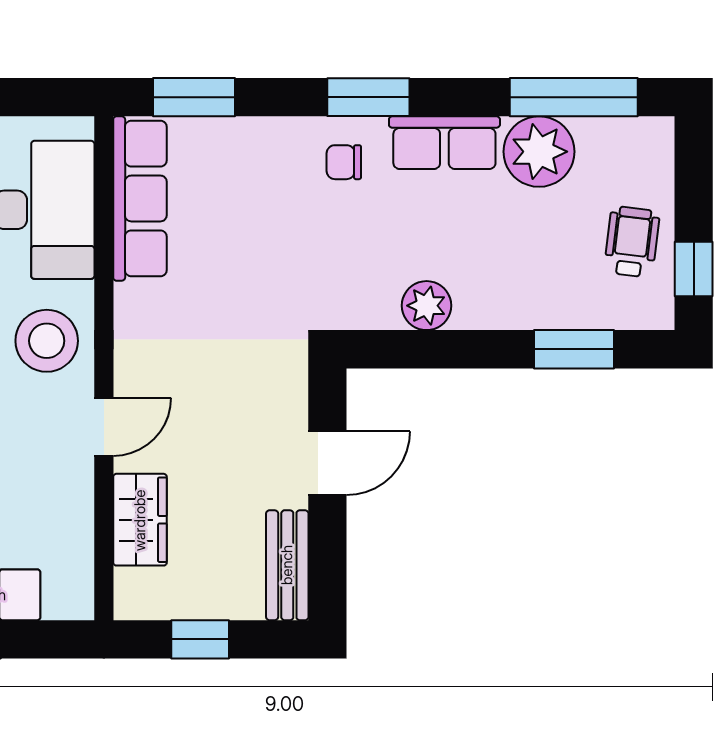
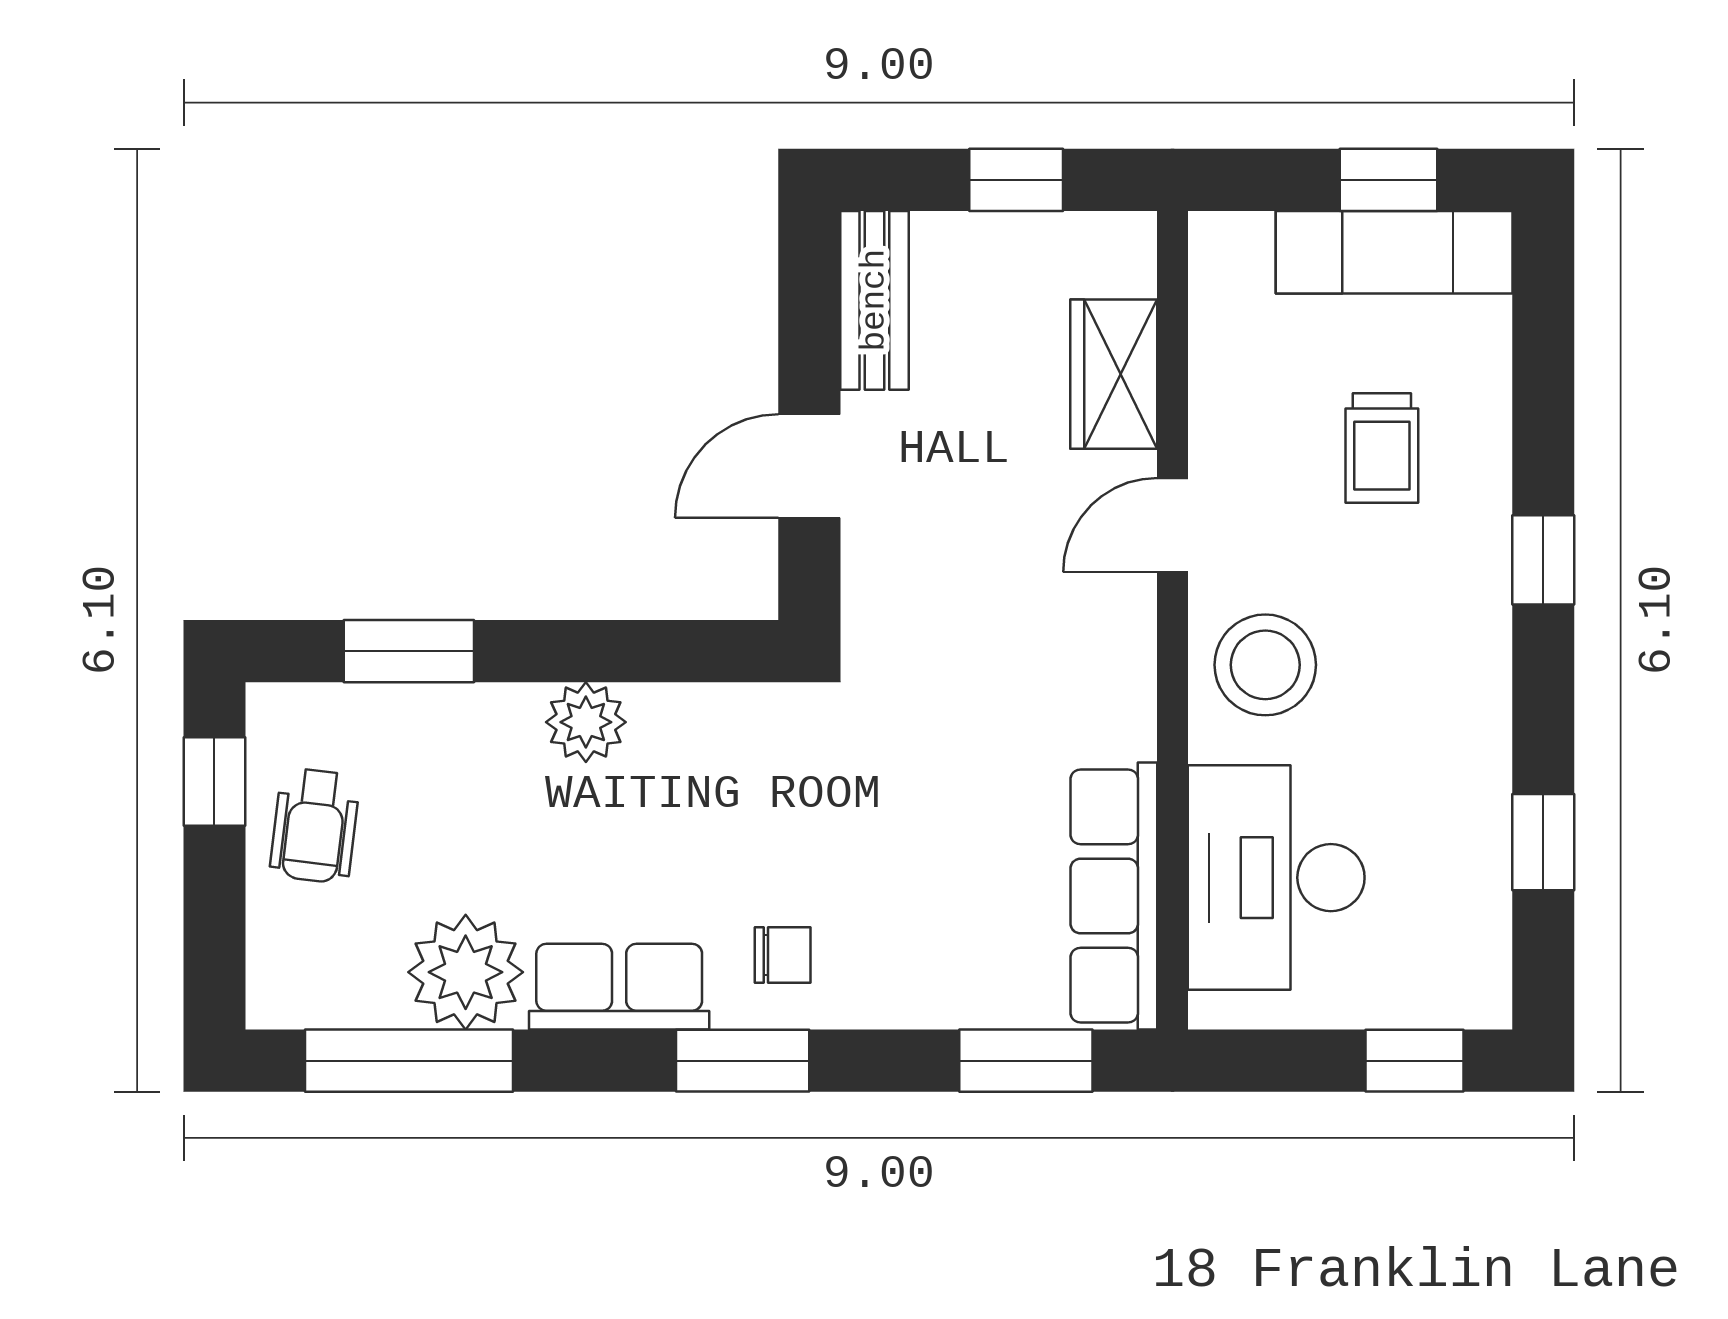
plant: (427, 306) -> (586, 722), moved

